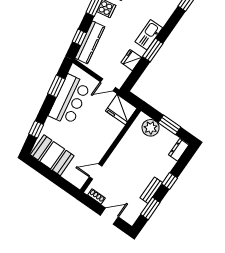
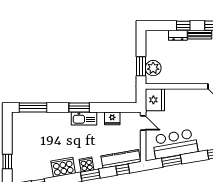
window: (153, 50) -> (79, 107), moved
window: (169, 125) -> (141, 66), moved
dresser: (179, 150) -> (178, 35), moved

